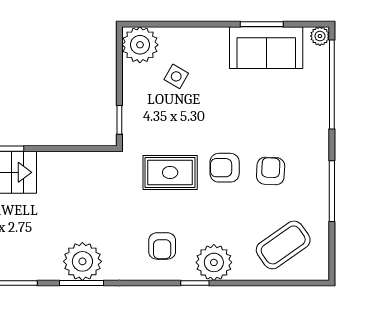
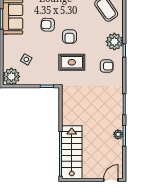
armchair: (271, 171) -> (48, 25), moved
rug: (170, 172) -> (72, 62), turned 90
plant: (82, 261) -> (118, 134), moved, width x0.53, depth x0.53

